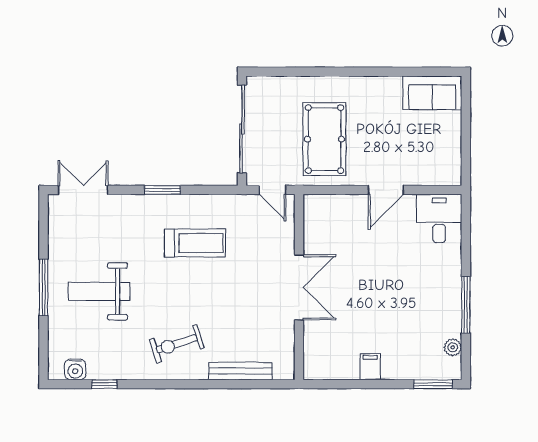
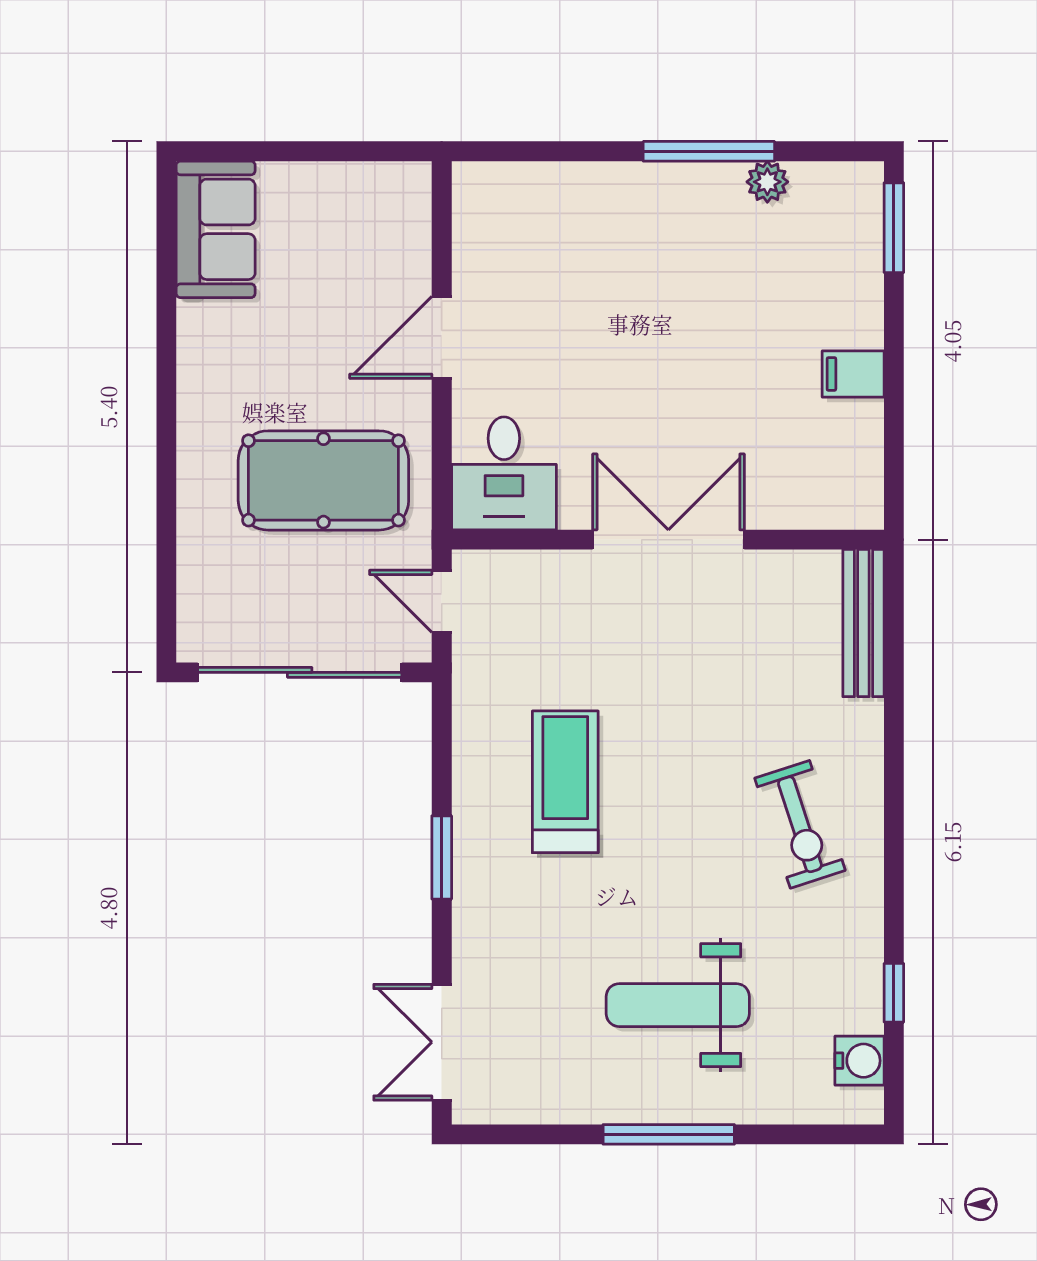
door: (273, 190) -> (442, 601), swing flipped
door: (386, 190) -> (442, 337), swing flipped
desk: (439, 218) -> (504, 473), moved, turned -90
weight bench: (99, 291) -> (678, 1005), turned 90
plant: (453, 347) -> (767, 182), moved
bench: (241, 371) -> (863, 623), moved

